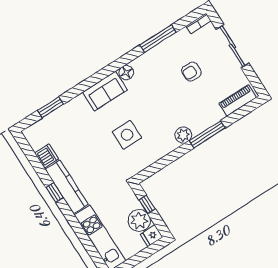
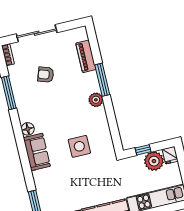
armchair: (191, 72) -> (46, 75), turned 109
piano: (238, 100) -> (86, 56), moved

